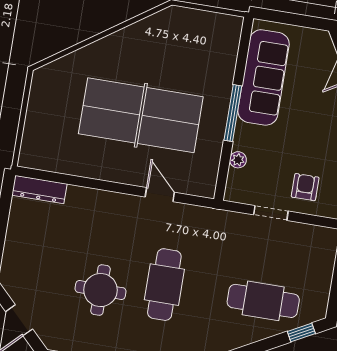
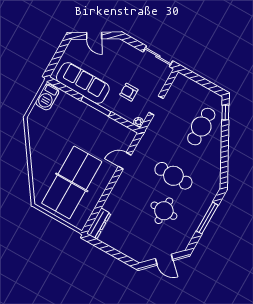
barbecue: (219, 27) -> (47, 97), added
table tennis table: (141, 115) -> (72, 182), moved
plant: (238, 160) -> (138, 122), moved
armchair: (305, 187) -> (129, 92), moved

